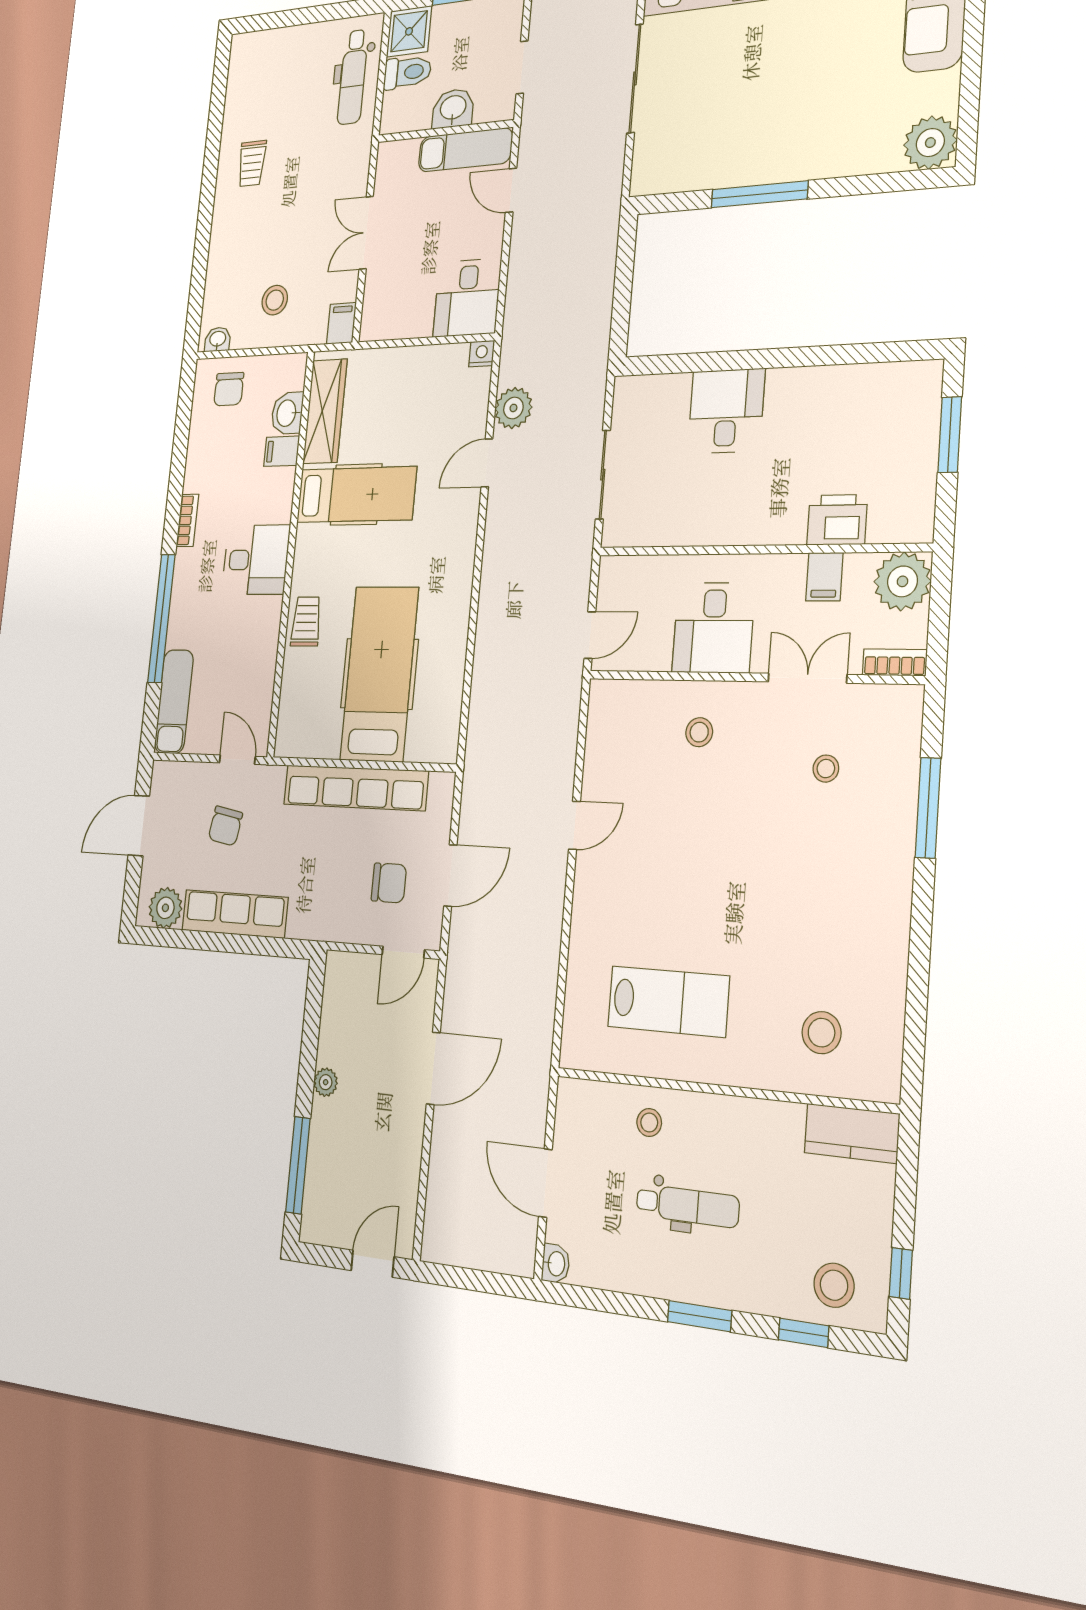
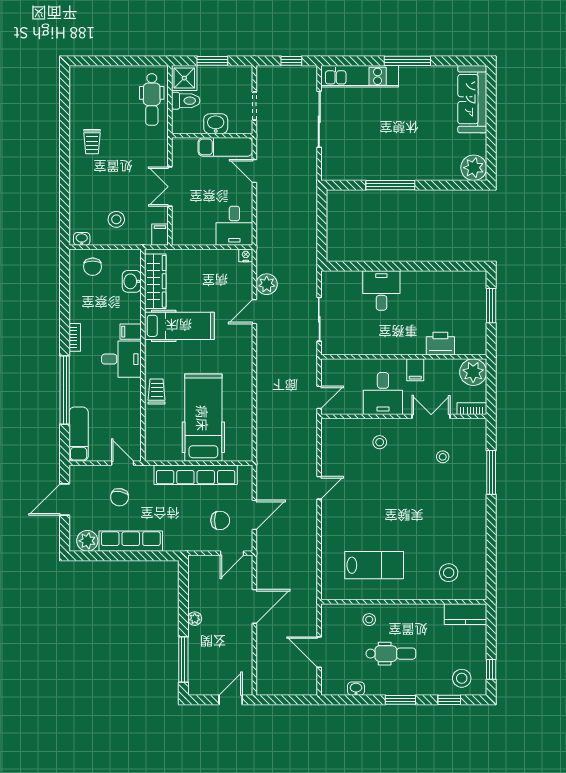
filing cabinet: (282, 451) -> (131, 332), moved
filing cabinet: (824, 577) -> (415, 370), moved
washbasin: (556, 1264) -> (356, 689), moved, turned -90

